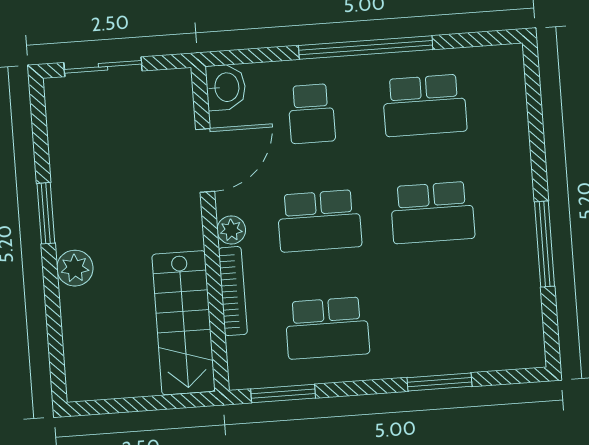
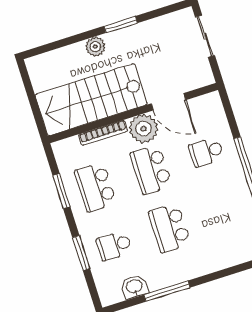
washbasin: (226, 87) -> (134, 287), moved, turned 180
school desk: (425, 105) -> (114, 246), moved, width x0.54
plant: (231, 230) -> (144, 129), width x1.88, depth x1.88
stairs: (184, 323) -> (91, 100), width x1.36, depth x1.51
window: (283, 393) -> (61, 191), moved

